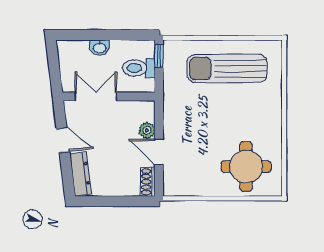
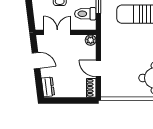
plant: (147, 130) -> (91, 40), moved
dresser: (80, 174) -> (48, 87), width x0.70

